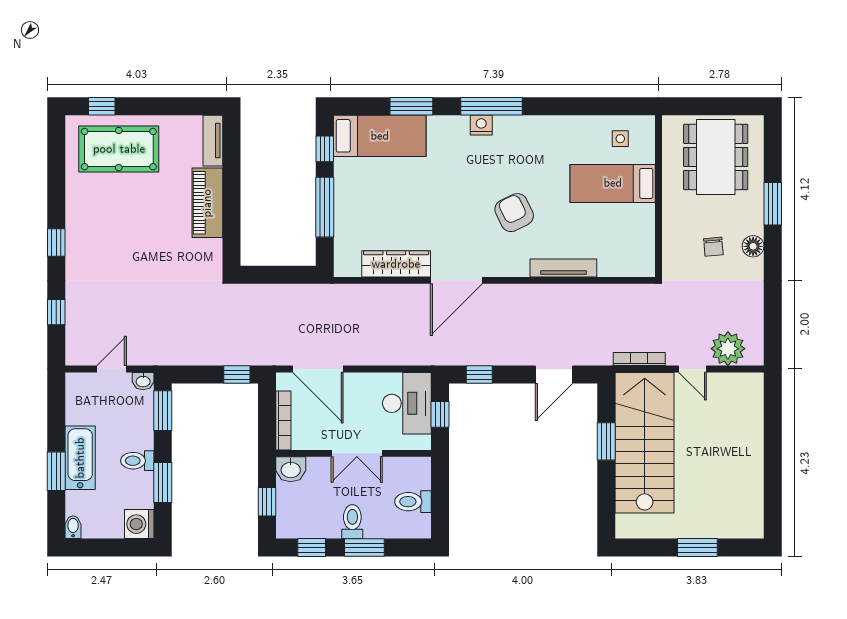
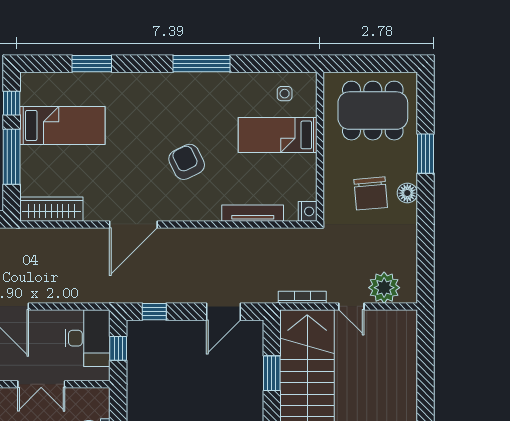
window: (491, 106) -> (201, 64), moved
nightstand: (481, 125) -> (308, 211), moved, turned 90
bed: (380, 136) -> (62, 125), moved
dining table: (716, 157) -> (373, 111), turned 90
chair: (713, 247) -> (371, 193), width x1.87, depth x1.87
wardrobe: (396, 264) -> (51, 209), moved
tv unit: (563, 268) -> (253, 213), moved

